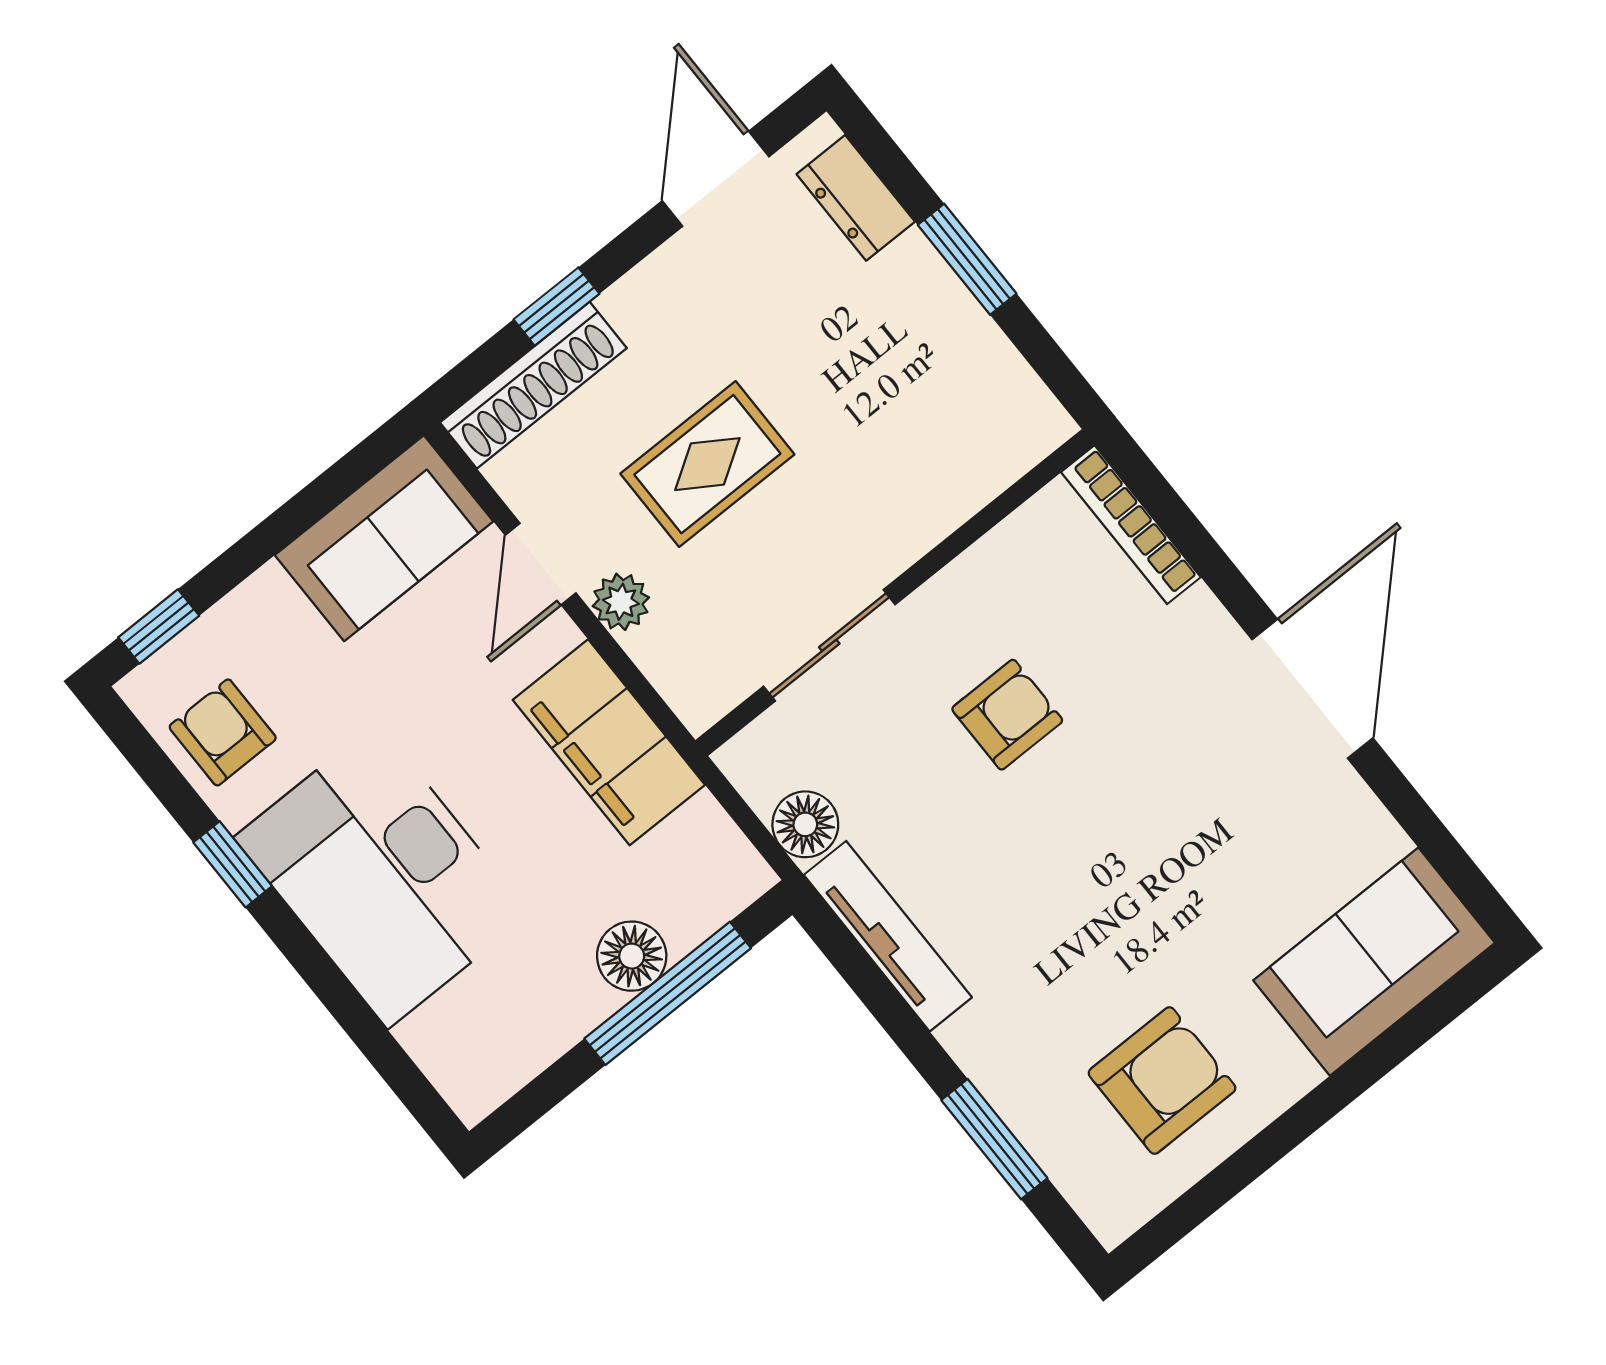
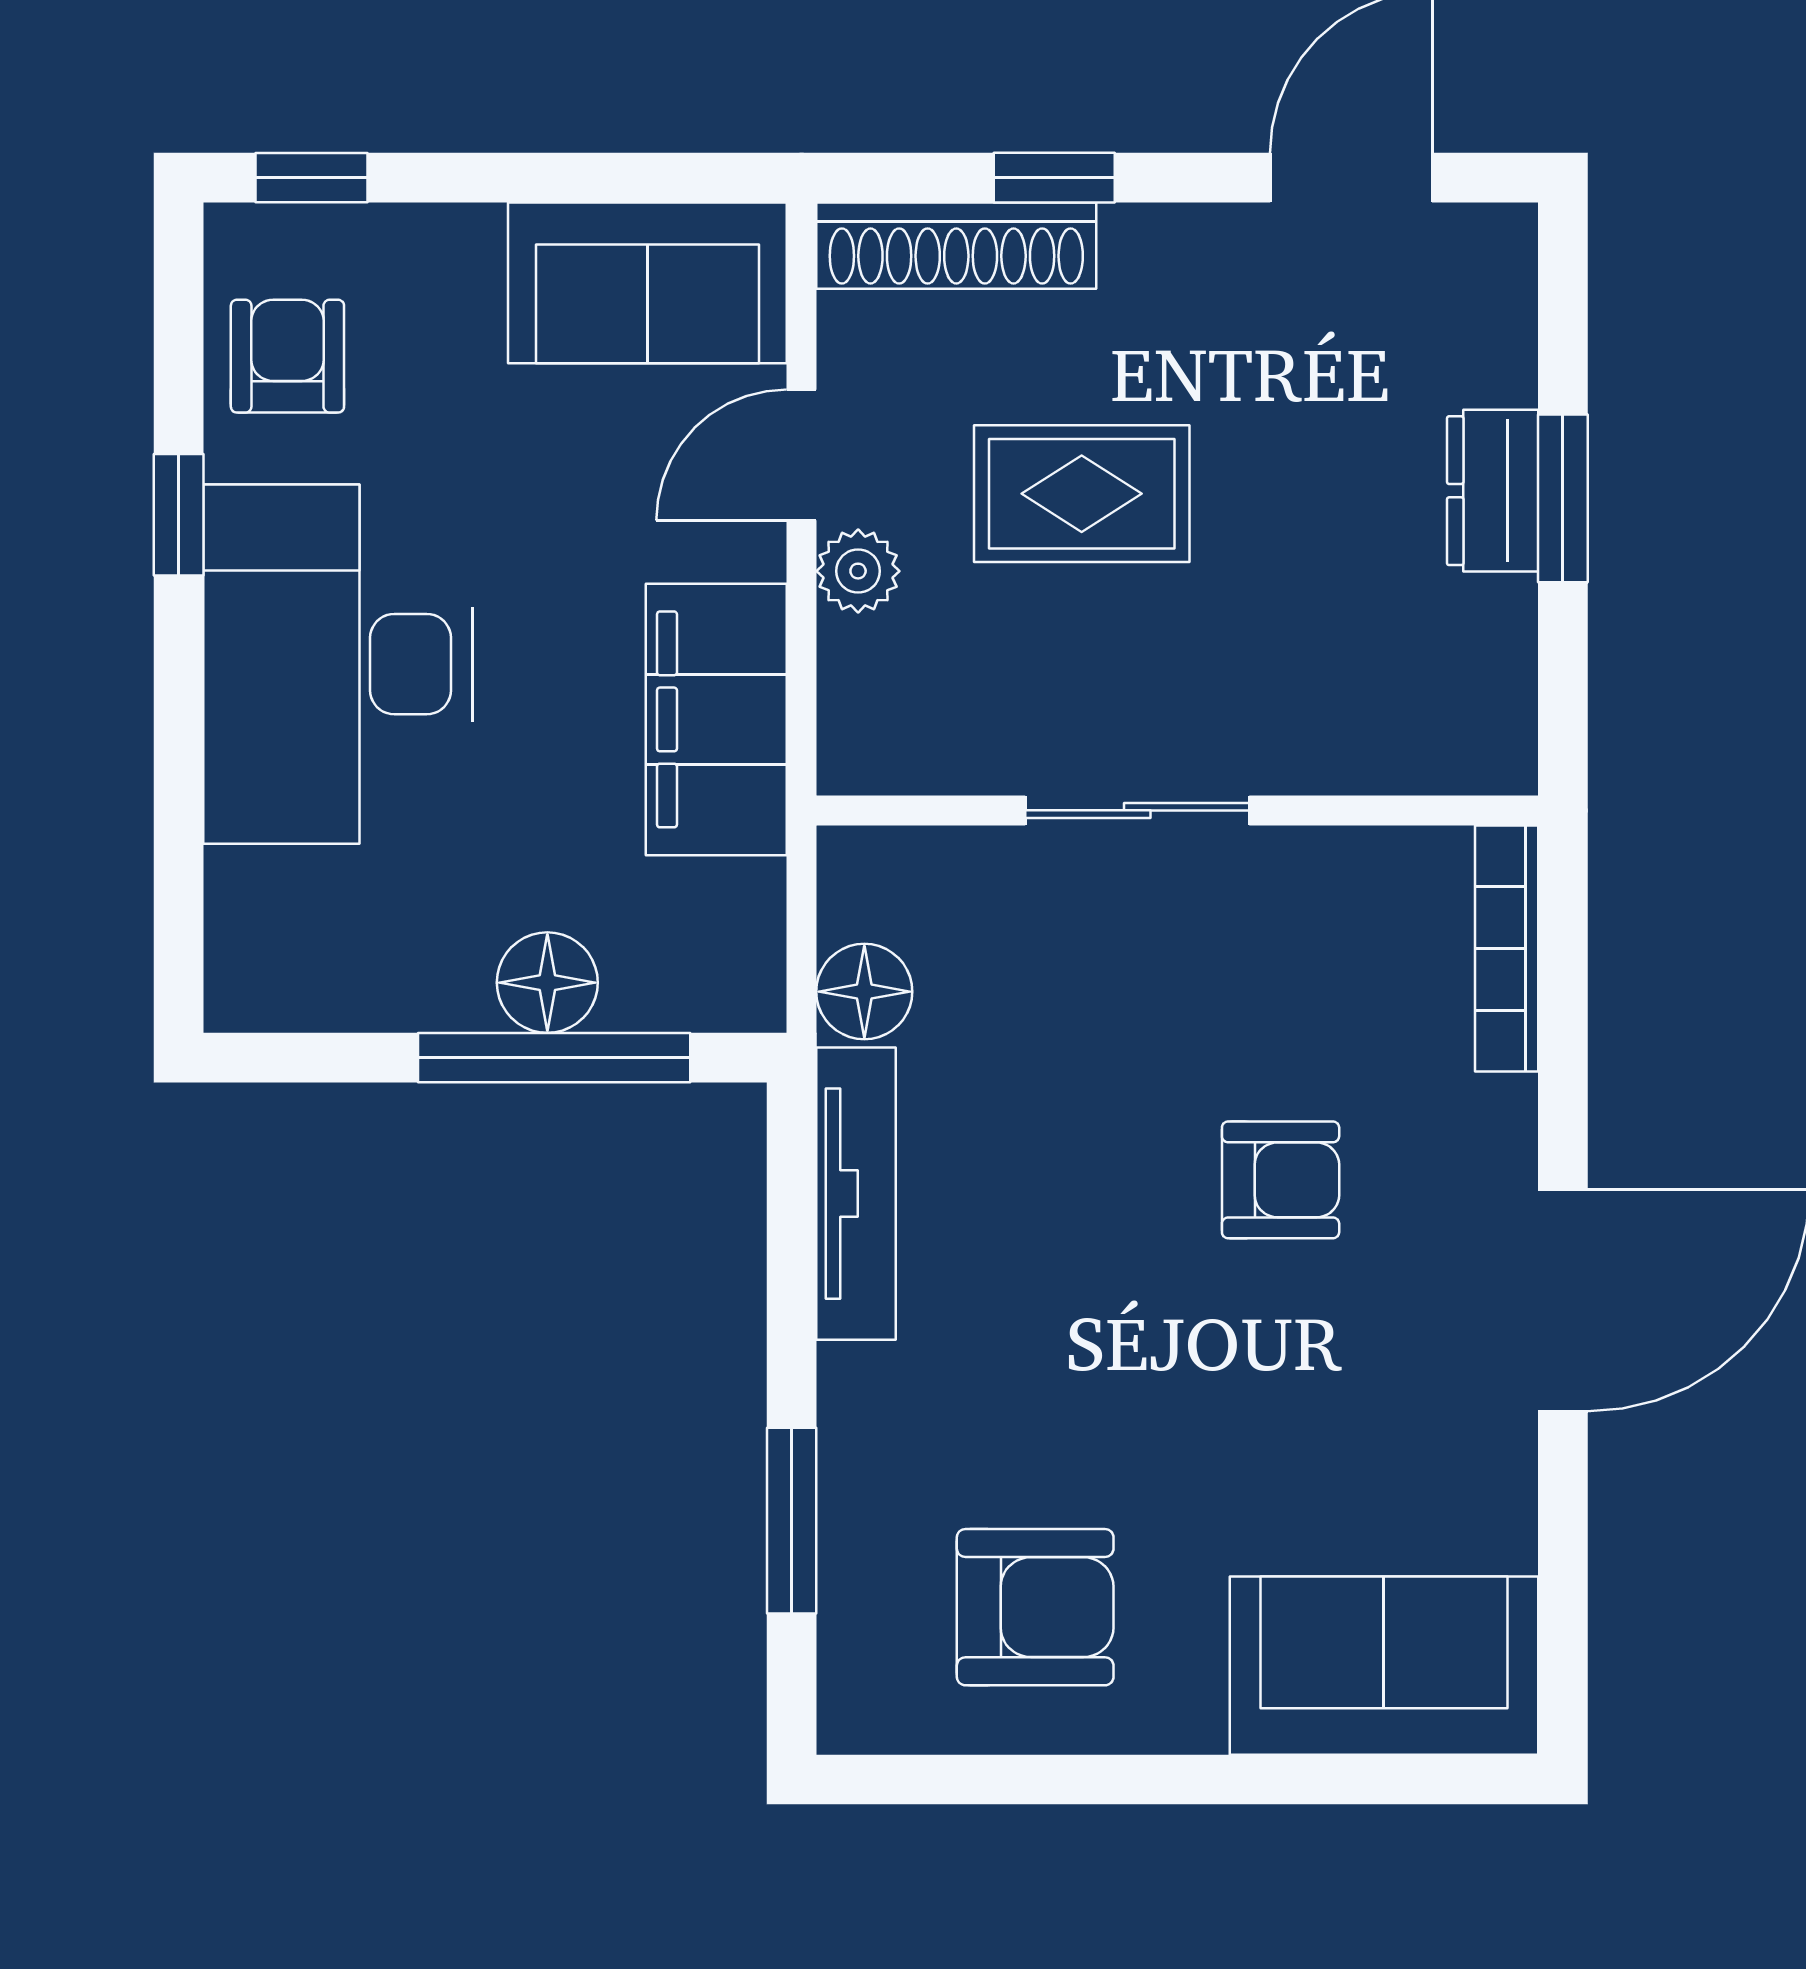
dresser: (856, 198) -> (1493, 491), moved
sliding door: (829, 645) -> (1137, 810), moved
armchair: (1007, 715) -> (1281, 1180), moved

